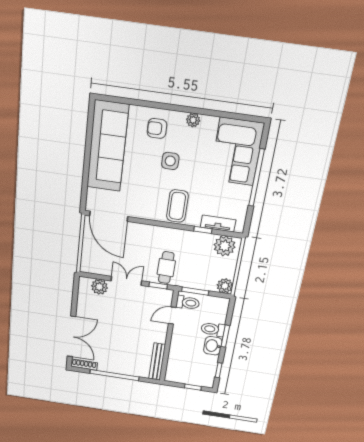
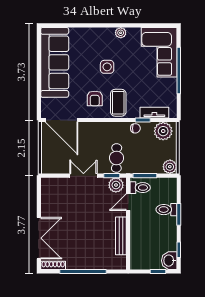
armchair: (157, 128) -> (95, 98), moved, turned -90
chair: (193, 238) -> (135, 128), added
plant: (99, 287) -> (116, 185), moved
washbasin: (213, 346) -> (169, 261), moved
bench: (157, 362) -> (121, 236), moved

